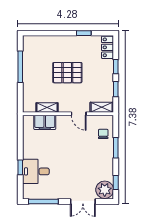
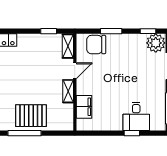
window: (116, 67) -> (24, 31), removed
pallet: (67, 73) -> (31, 116), moved, turned 90
shelving: (47, 107) -> (68, 91), moved
chair: (103, 134) -> (96, 45), width x1.87, depth x1.87

